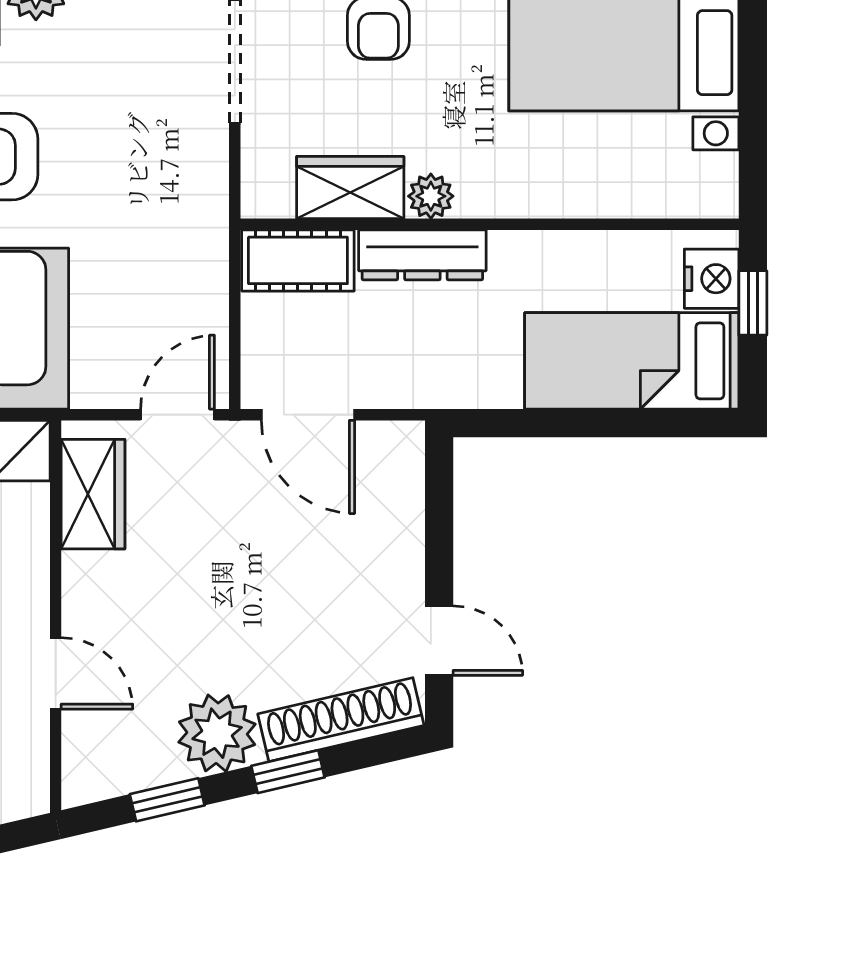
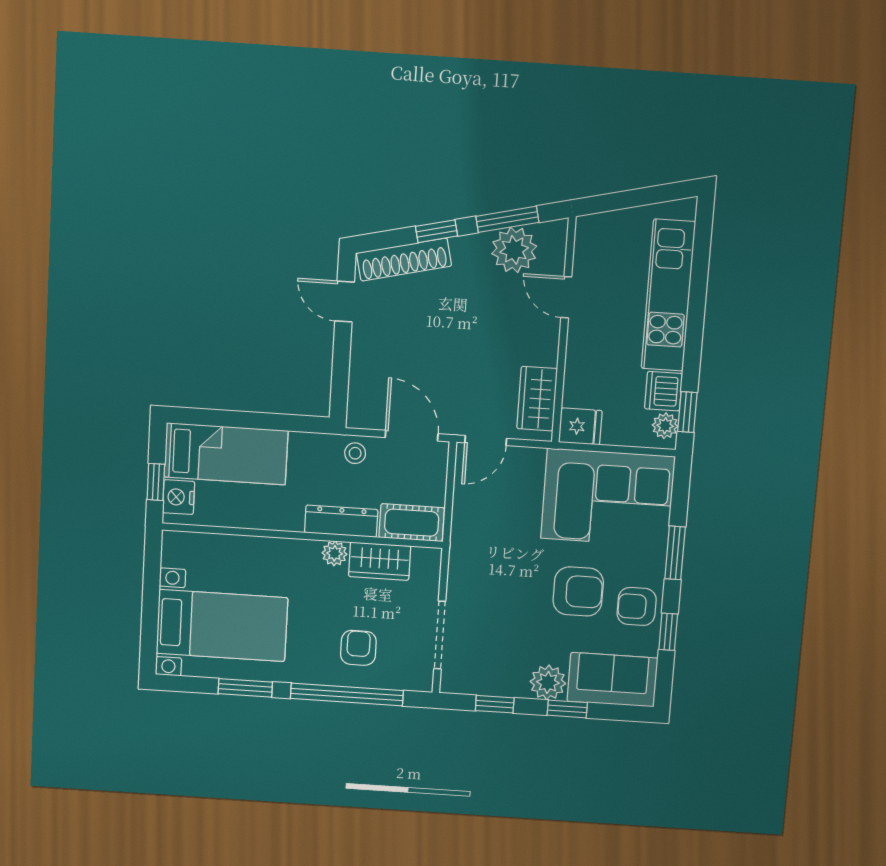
stool: (405, 377) -> (355, 453), added
plant: (217, 733) -> (514, 250), moved
window: (167, 800) -> (507, 219), width x1.50

